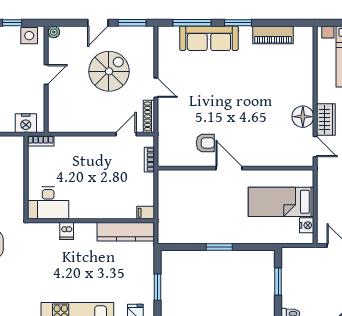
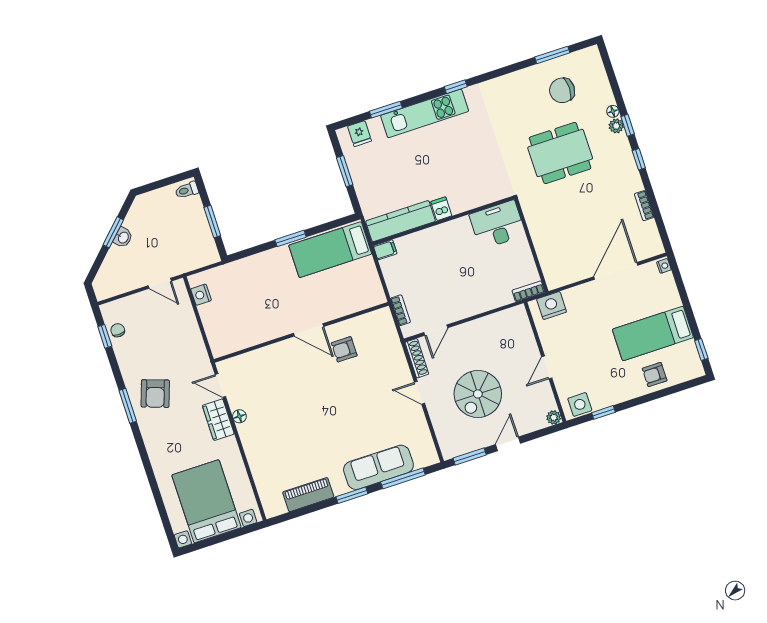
floor lamp: (303, 117) -> (239, 416), width x0.53, depth x0.53
bed: (281, 202) -> (330, 250), moved, turned 180
dishwasher: (67, 231) -> (441, 209), moved

